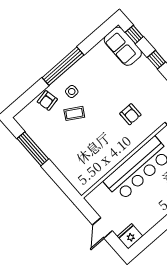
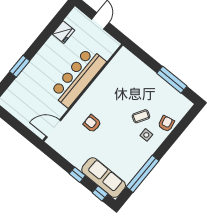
sofa: (123, 46) -> (104, 178), width x1.36
window: (63, 66) -> (143, 174), moved
fridge: (130, 236) -> (63, 32), moved

